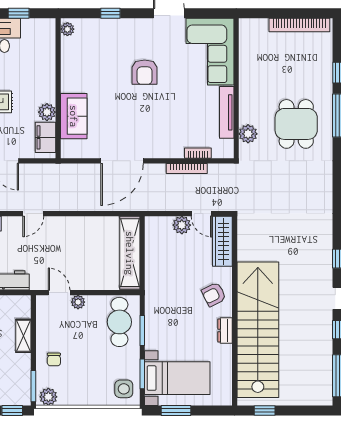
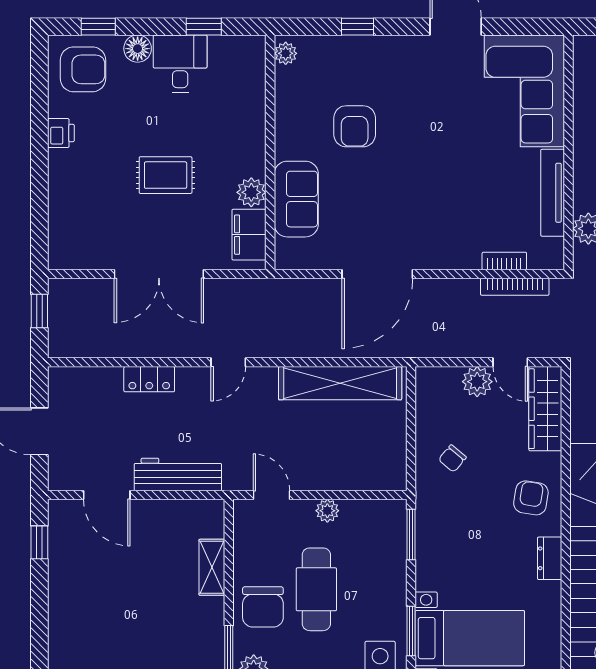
armchair: (145, 72) -> (355, 126), moved
bookcase: (187, 168) -> (515, 287), moved
shelving: (130, 253) -> (340, 383), moved, turned 90
chair: (167, 271) -> (452, 458), added
armchair: (214, 294) -> (531, 498), turned 126
plant: (78, 302) -> (327, 511), moved
cafe table: (119, 322) -> (316, 589), moved
window: (142, 331) -> (411, 534), moved
chair: (54, 359) -> (263, 607), width x1.87, depth x1.87

